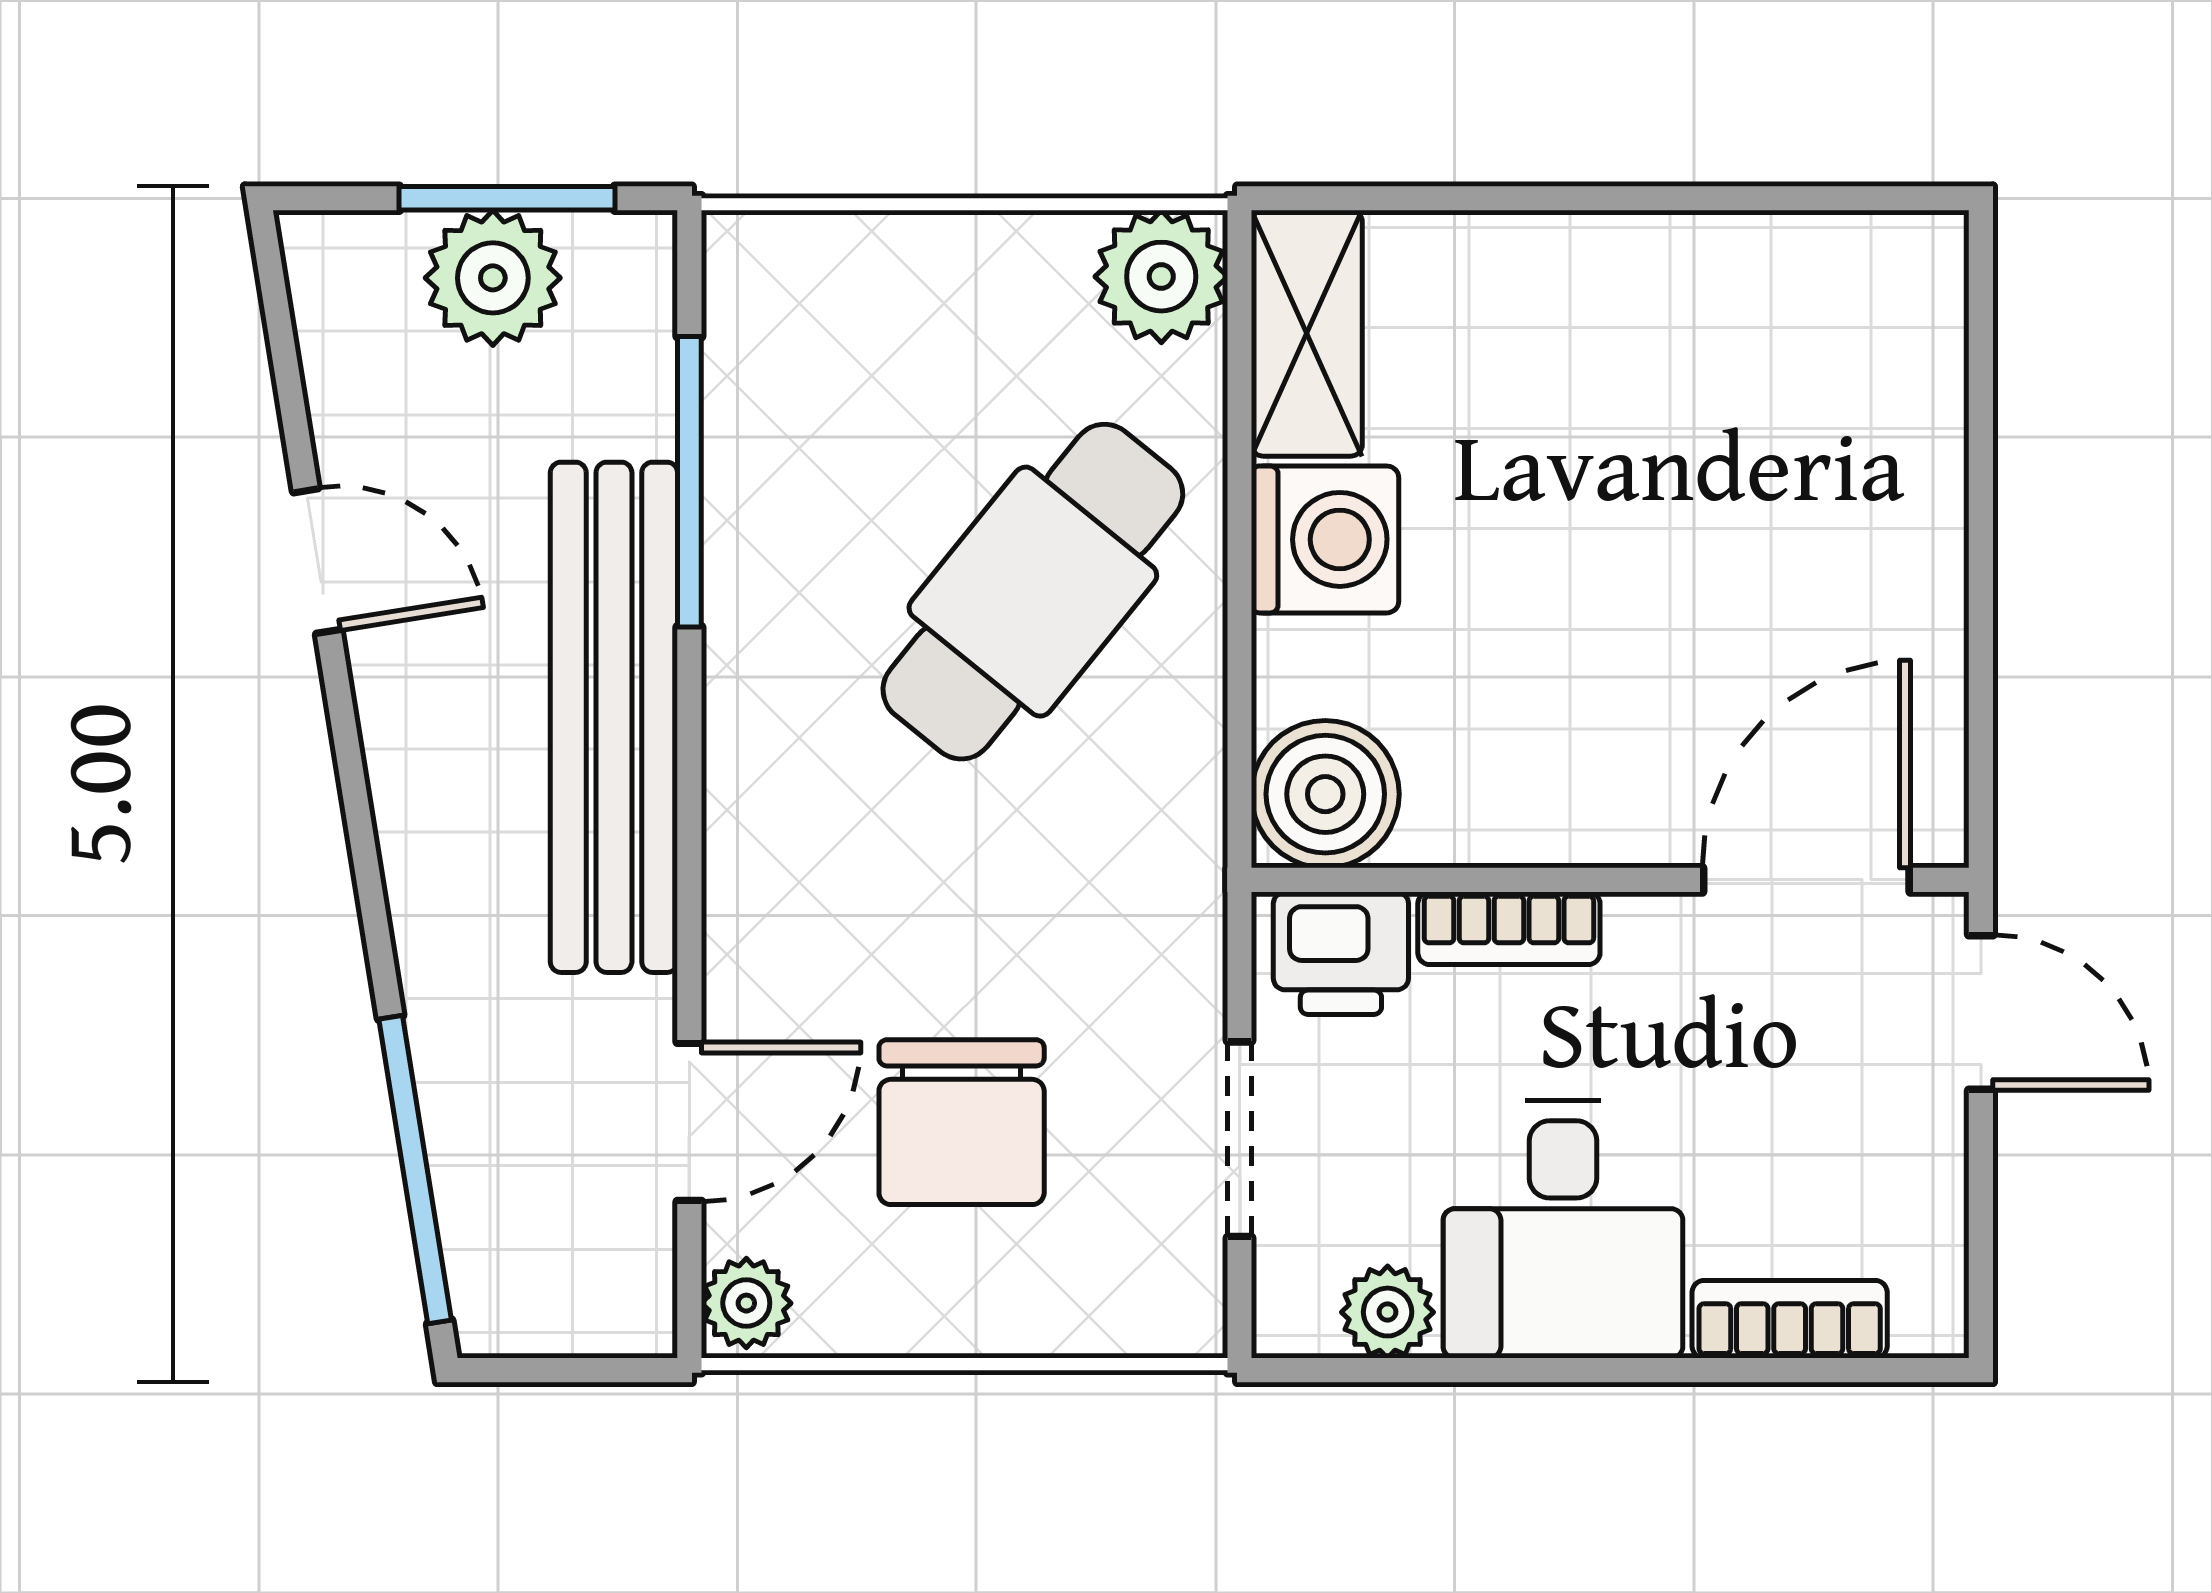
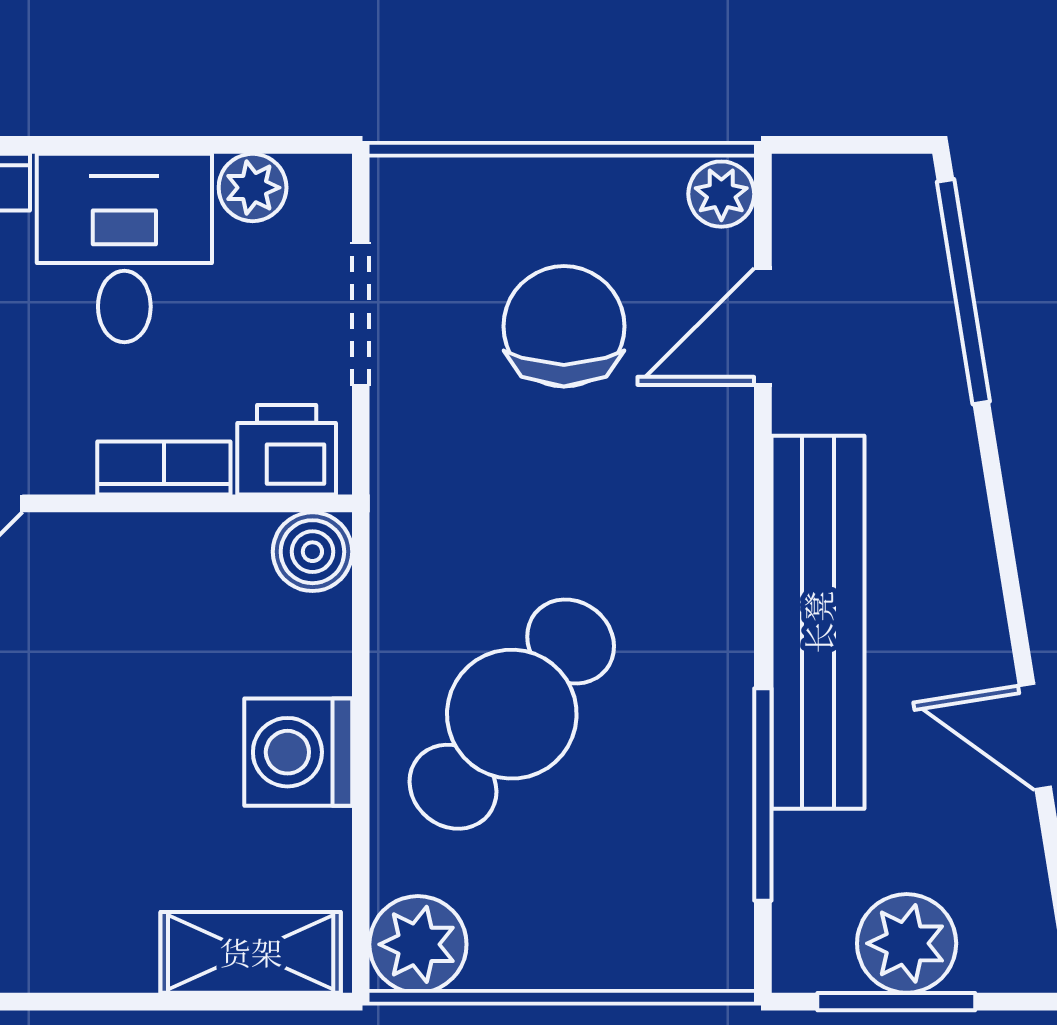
shelving: (1307, 333) -> (251, 952), moved, turned 90
boiler: (1325, 794) -> (312, 552), width x0.73, depth x0.73

